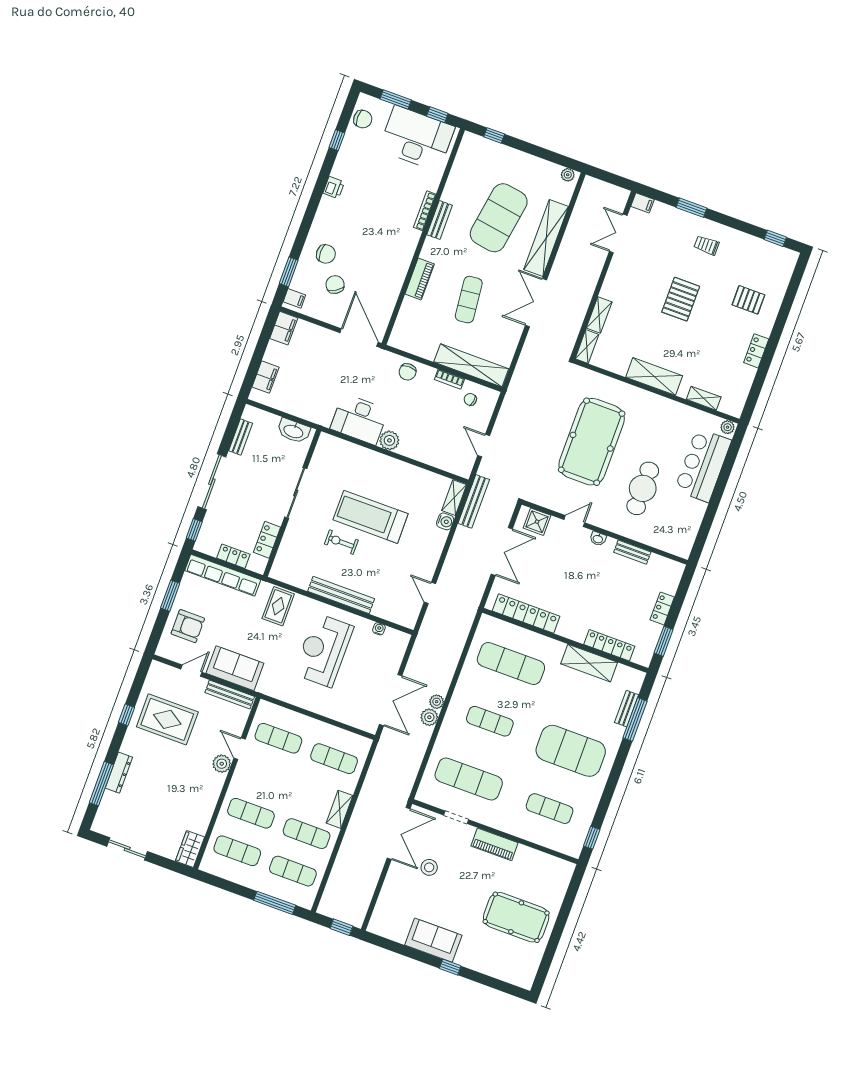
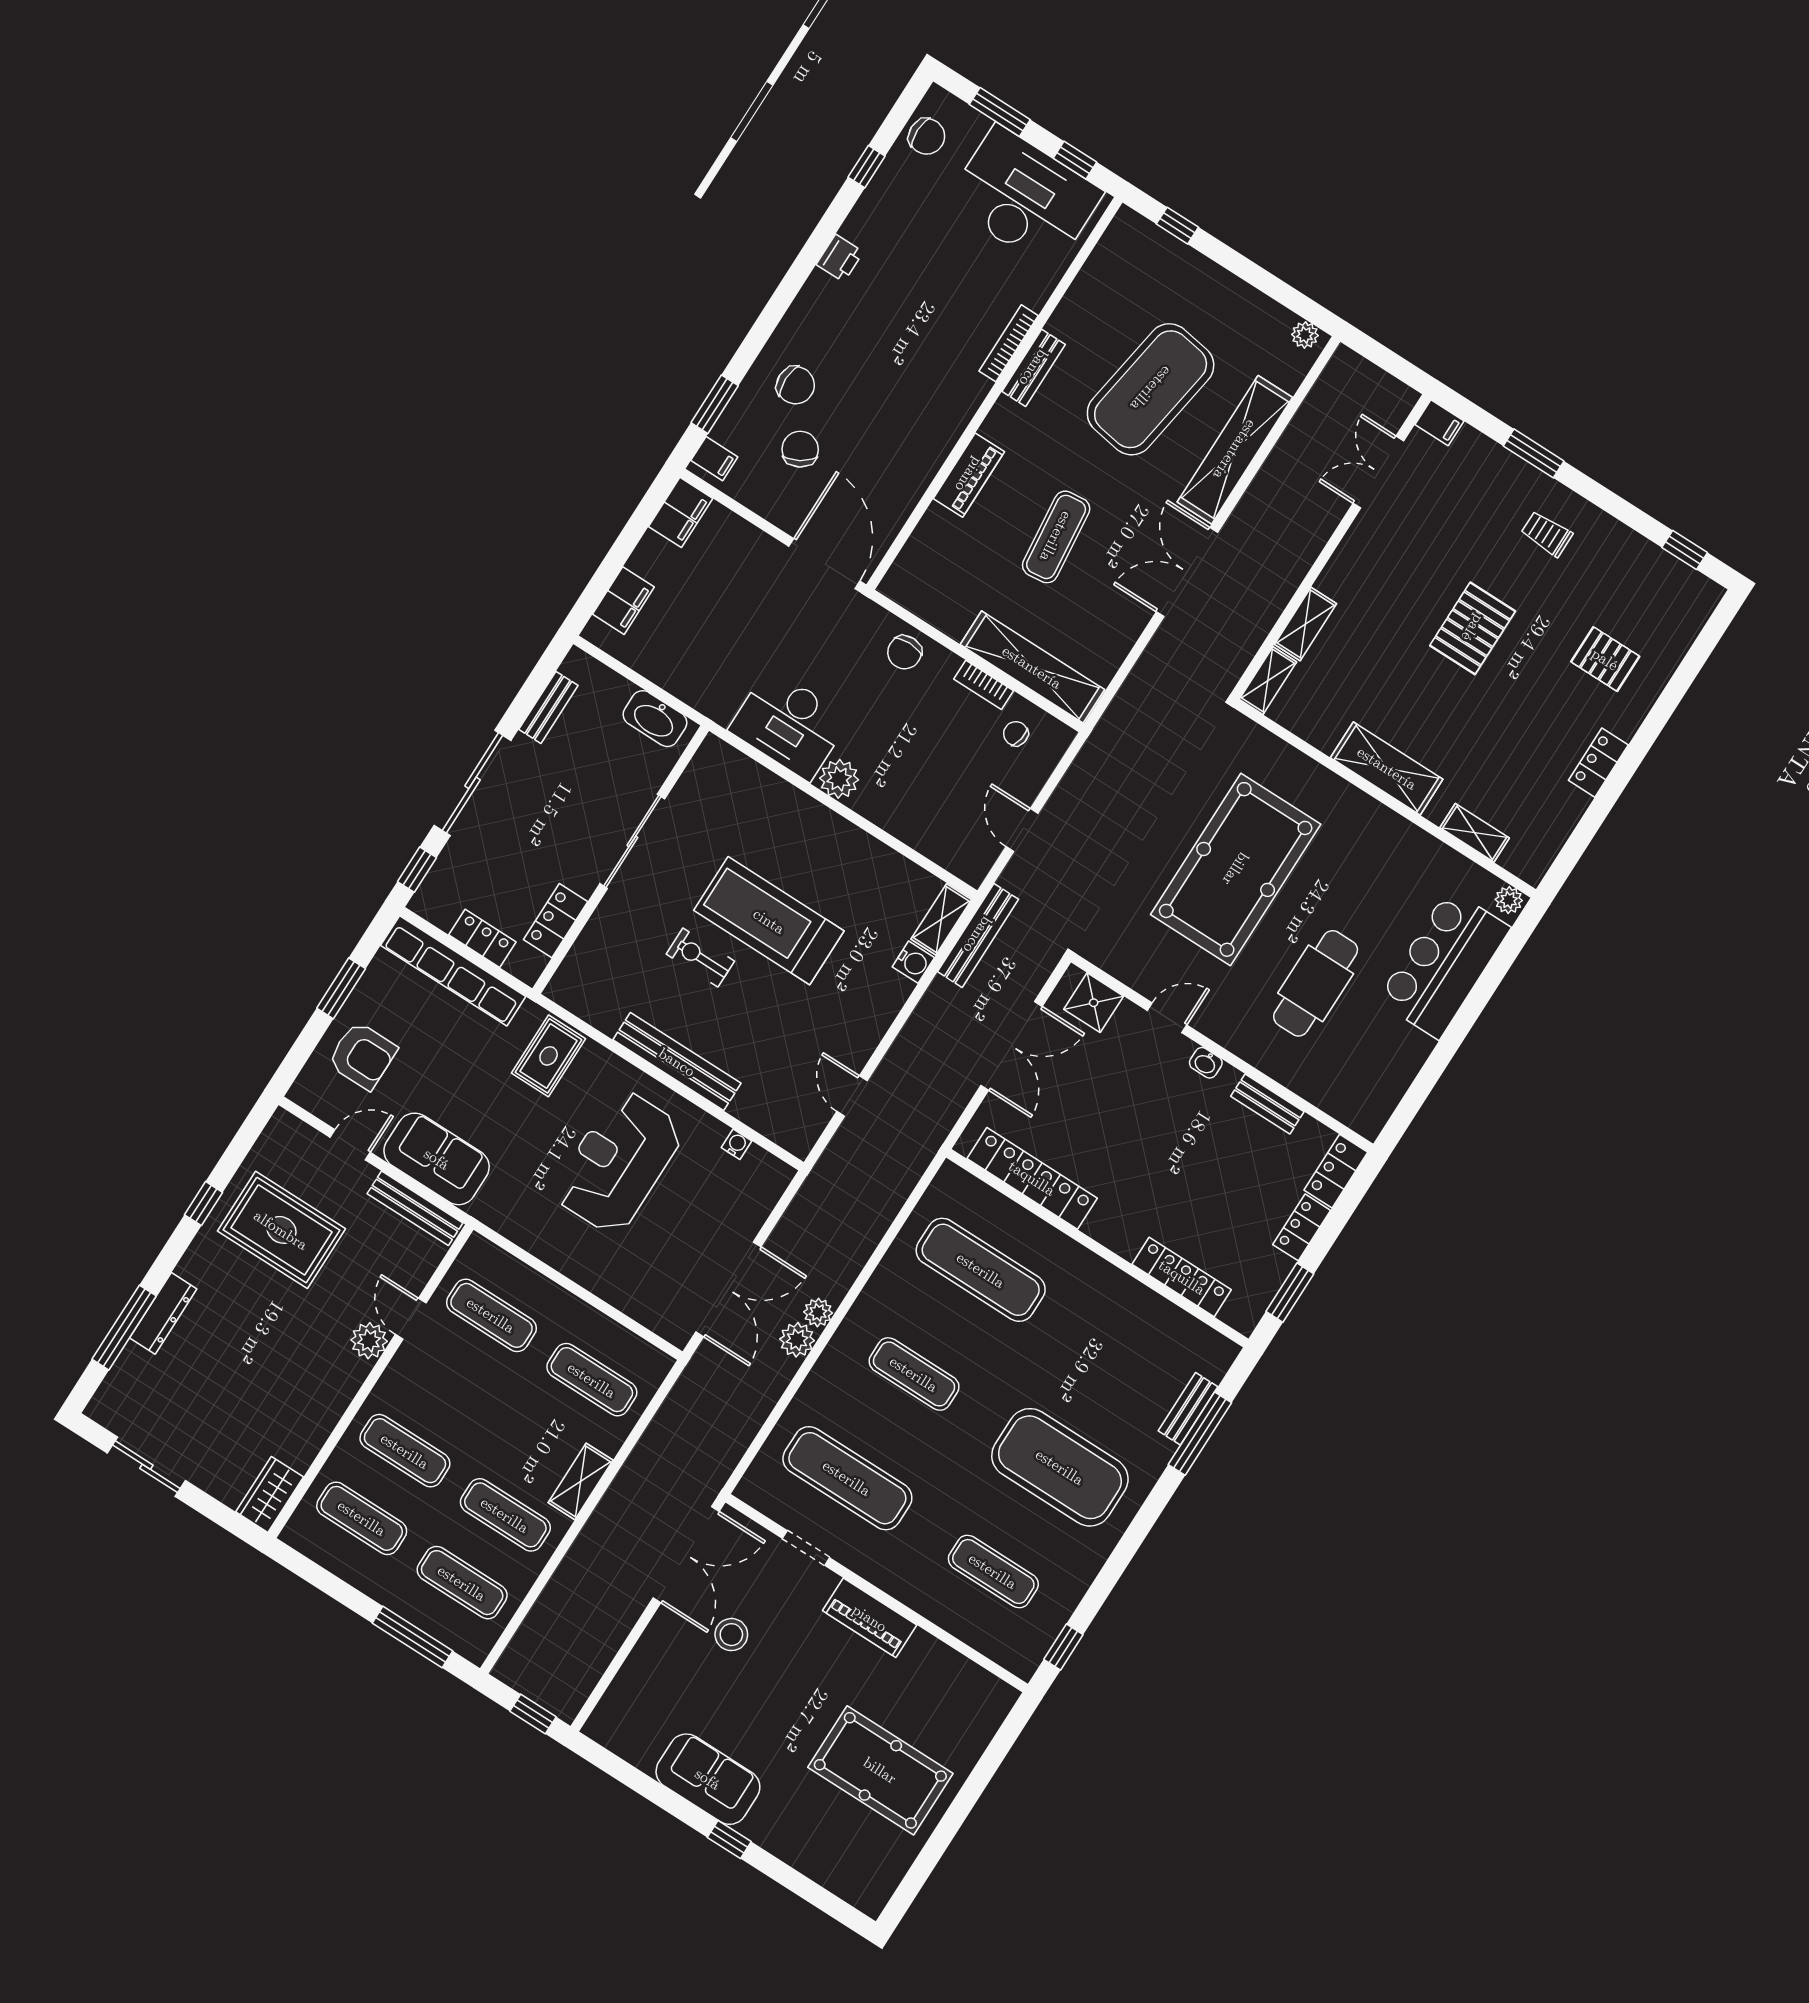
locker: (673, 577) -> (1336, 1171), added
shelving: (589, 663) -> (1134, 1303), removed

